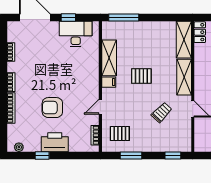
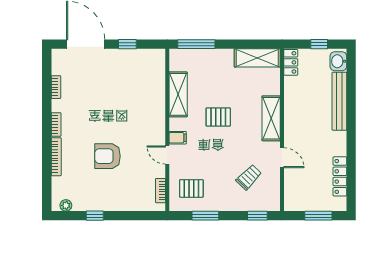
desk: (76, 34) -> (137, 65), removed
shelving: (184, 40) -> (257, 58), moved, turned 90
filing cabinet: (109, 82) -> (178, 138), moved
door: (100, 107) -> (167, 155), hinge flipped
trolley: (162, 112) -> (249, 177), moved
printer: (55, 142) -> (110, 199), removed

